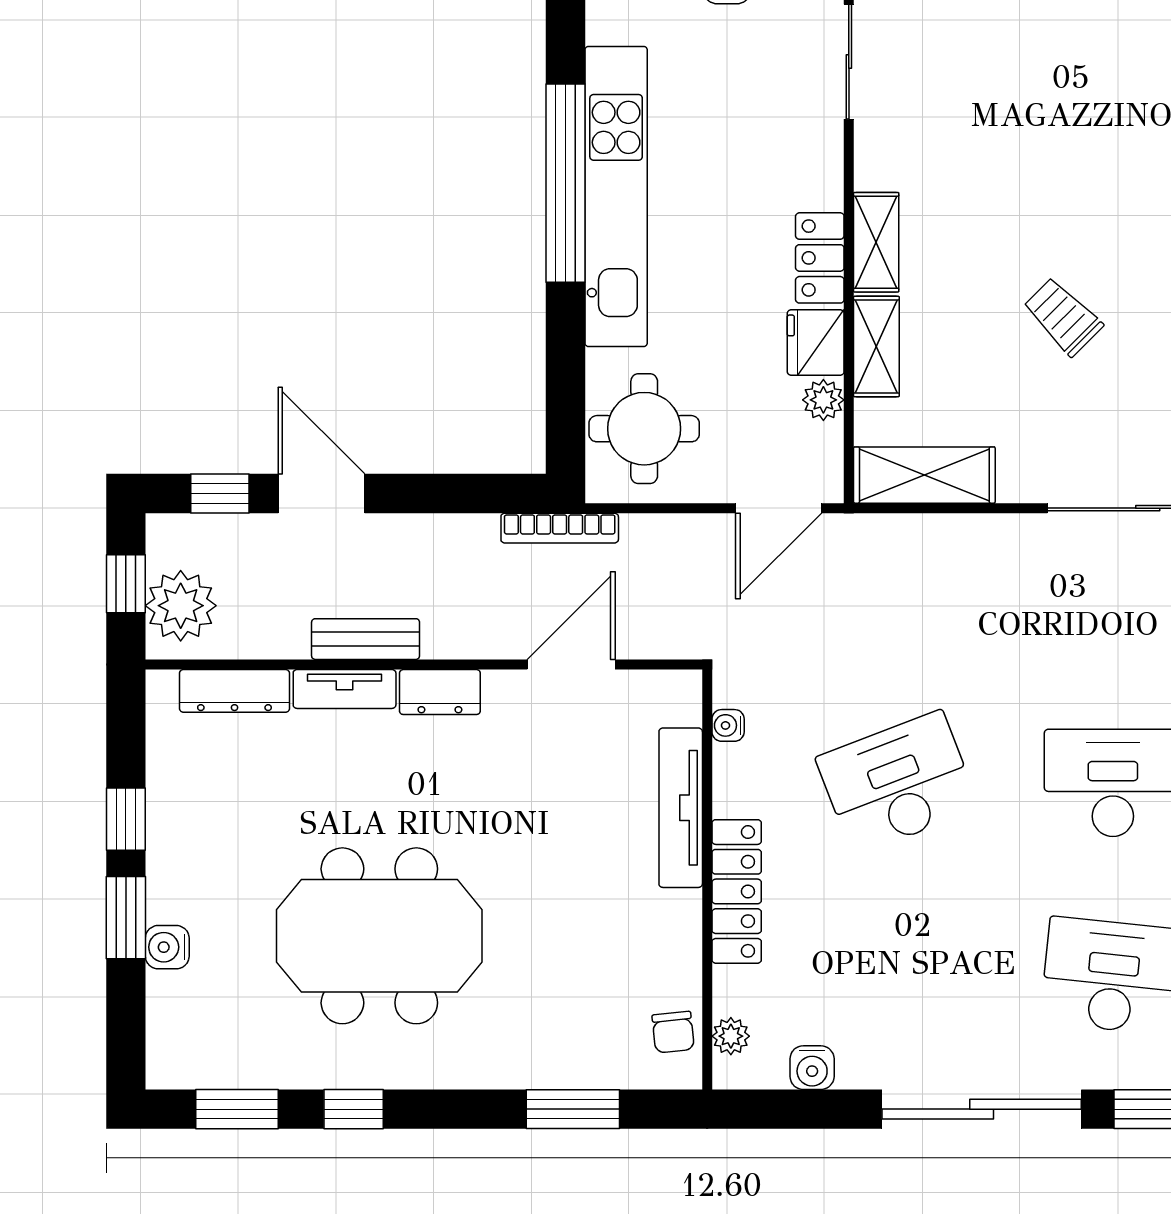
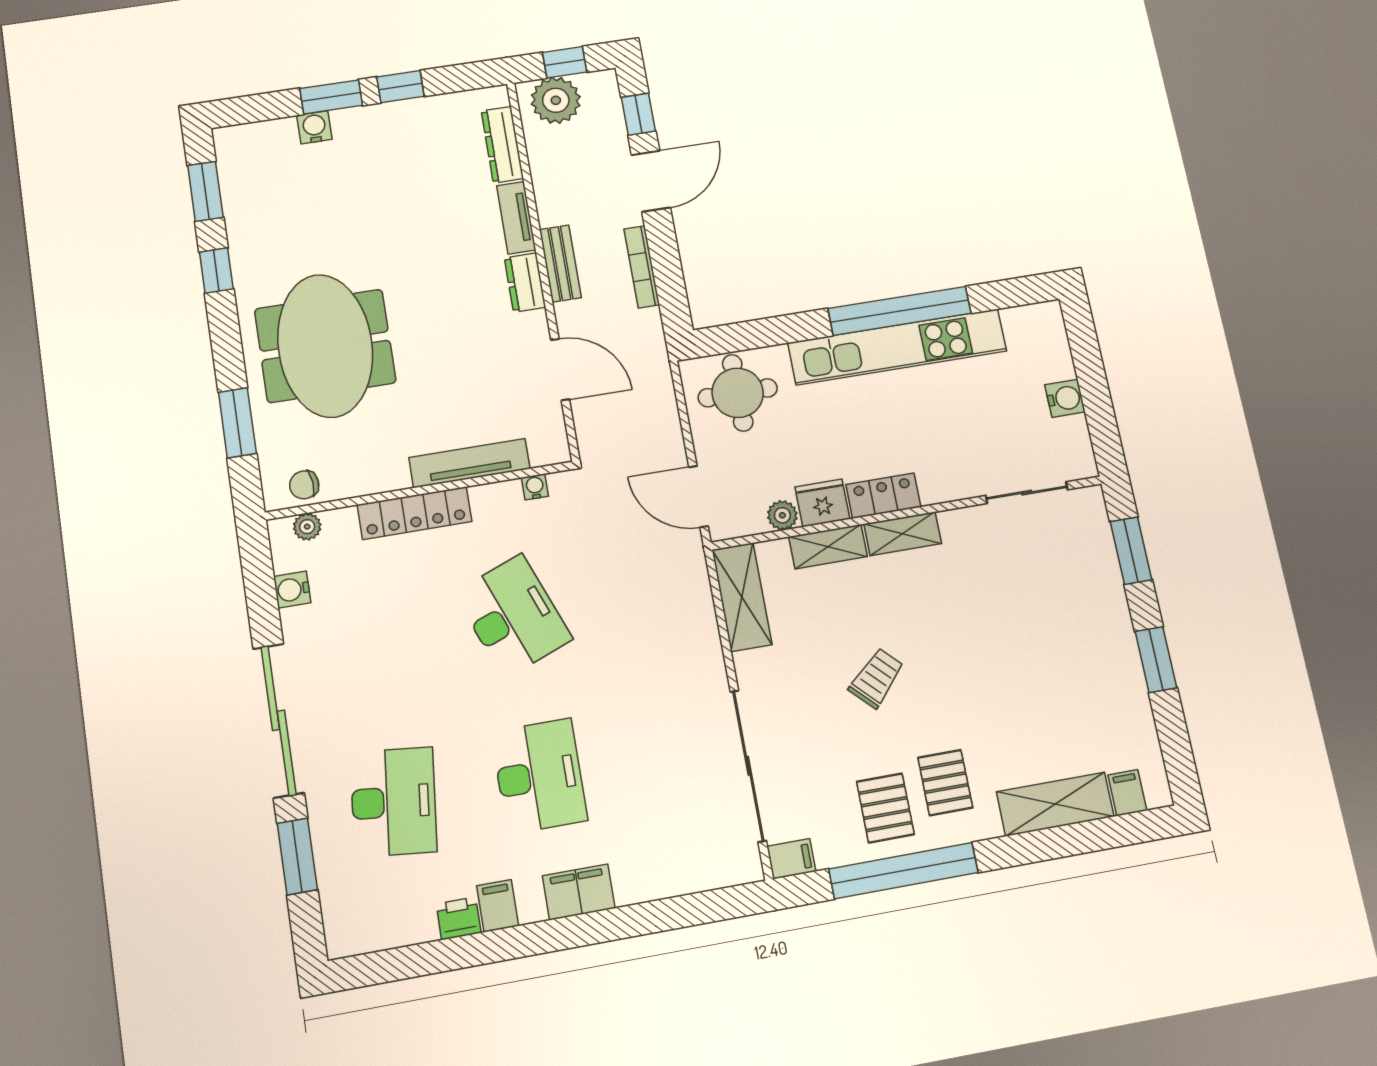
bookcase: (560, 528) -> (642, 267), moved
bench: (366, 639) -> (560, 263), moved
meeting table: (379, 936) -> (325, 346), moved

